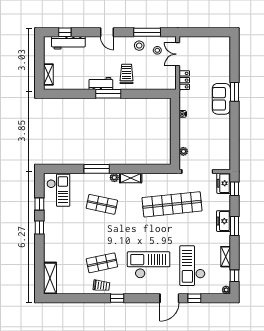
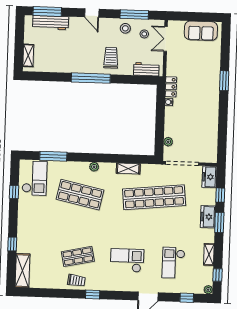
window: (65, 32) -> (47, 11), width x2.17
locker: (184, 80) -> (171, 87), moved
workbench: (101, 84) -> (146, 69), moved
window: (108, 94) -> (91, 78), width x1.46
sofa: (221, 99) -> (201, 31), moved, turned -90
window: (97, 169) -> (53, 156), moved
shelving: (131, 178) -> (128, 168), moved
window: (234, 189) -> (220, 195), moved
shop shelf: (102, 204) -> (80, 195), width x1.43, depth x1.36
window: (39, 228) -> (12, 244), moved
checkout: (149, 265) -> (127, 260), width x0.73, depth x0.83
checkout: (192, 266) -> (173, 263), width x0.73, depth x0.83
window: (194, 298) -> (187, 298), moved

